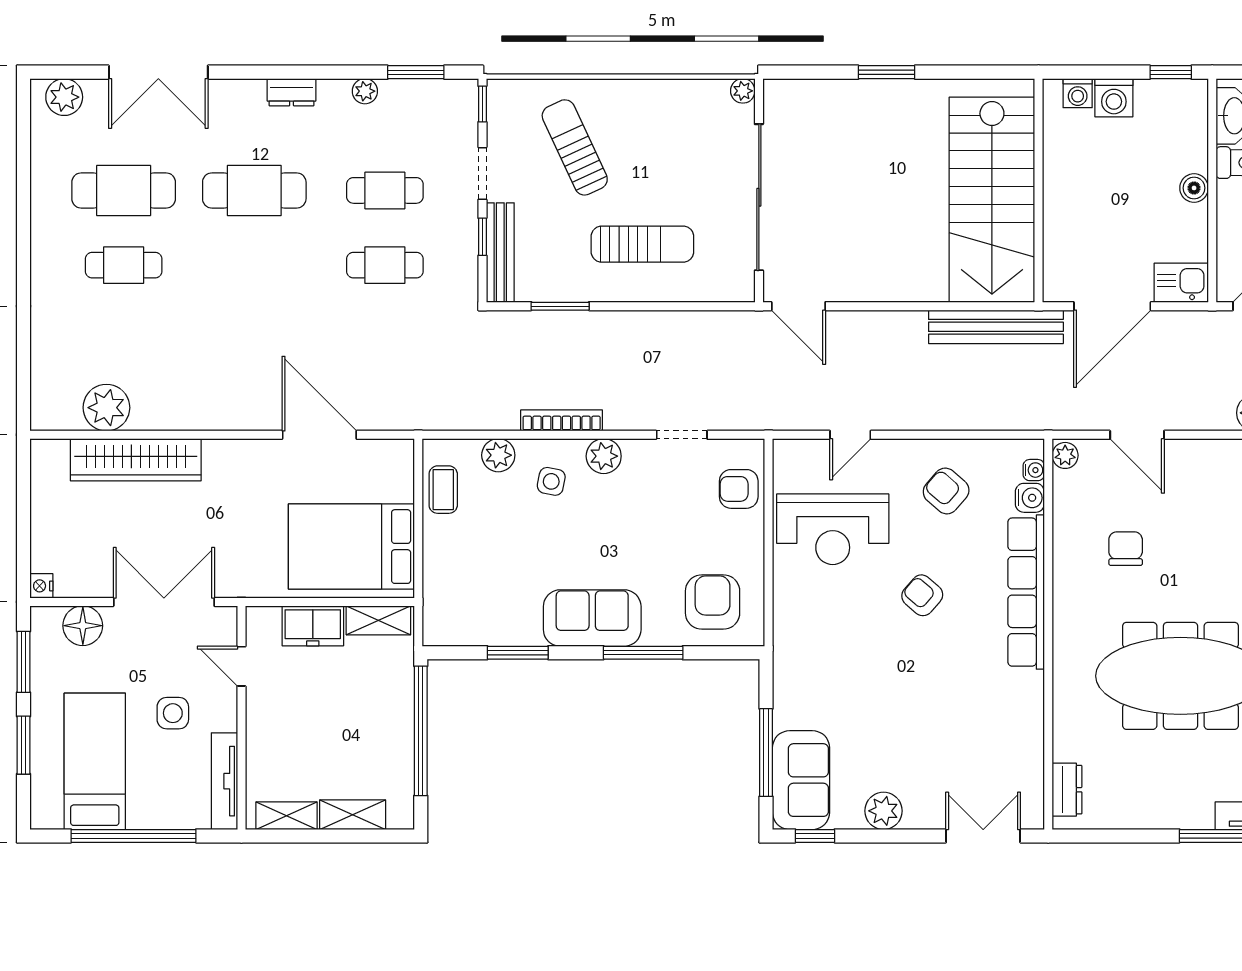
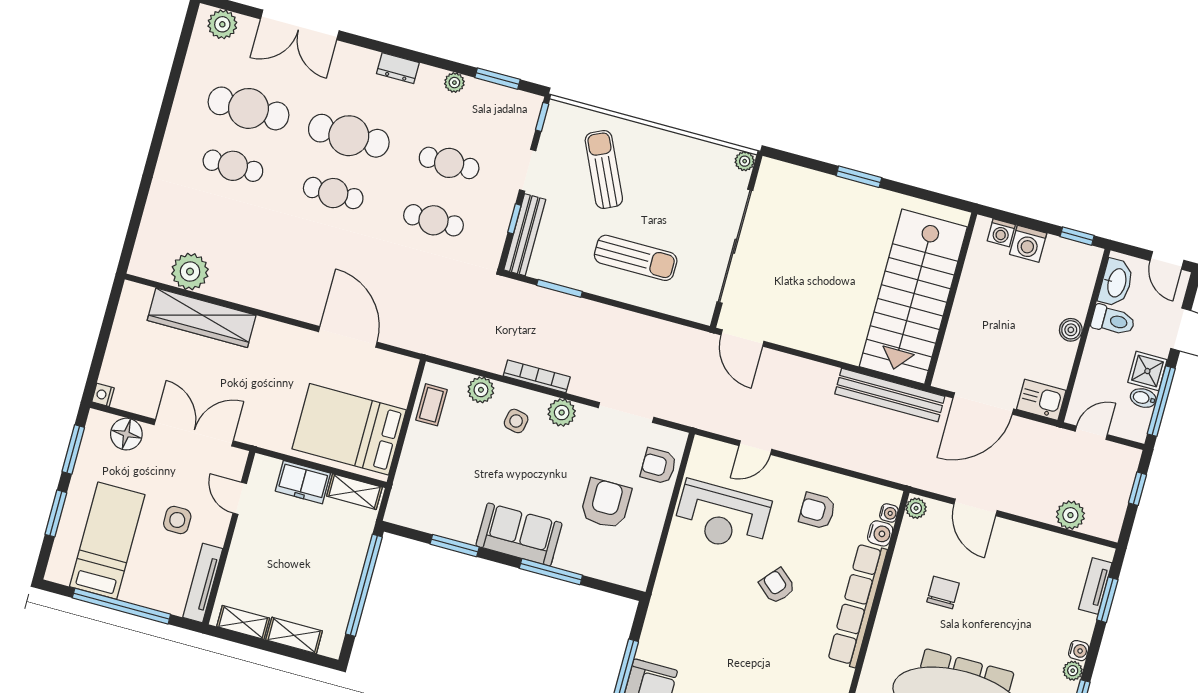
cafe table: (254, 265) -> (333, 193), added
doorway: (682, 435) -> (626, 412), width x1.38
armchair: (946, 491) -> (817, 511), turned -41
armchair: (713, 602) -> (606, 504), moved

